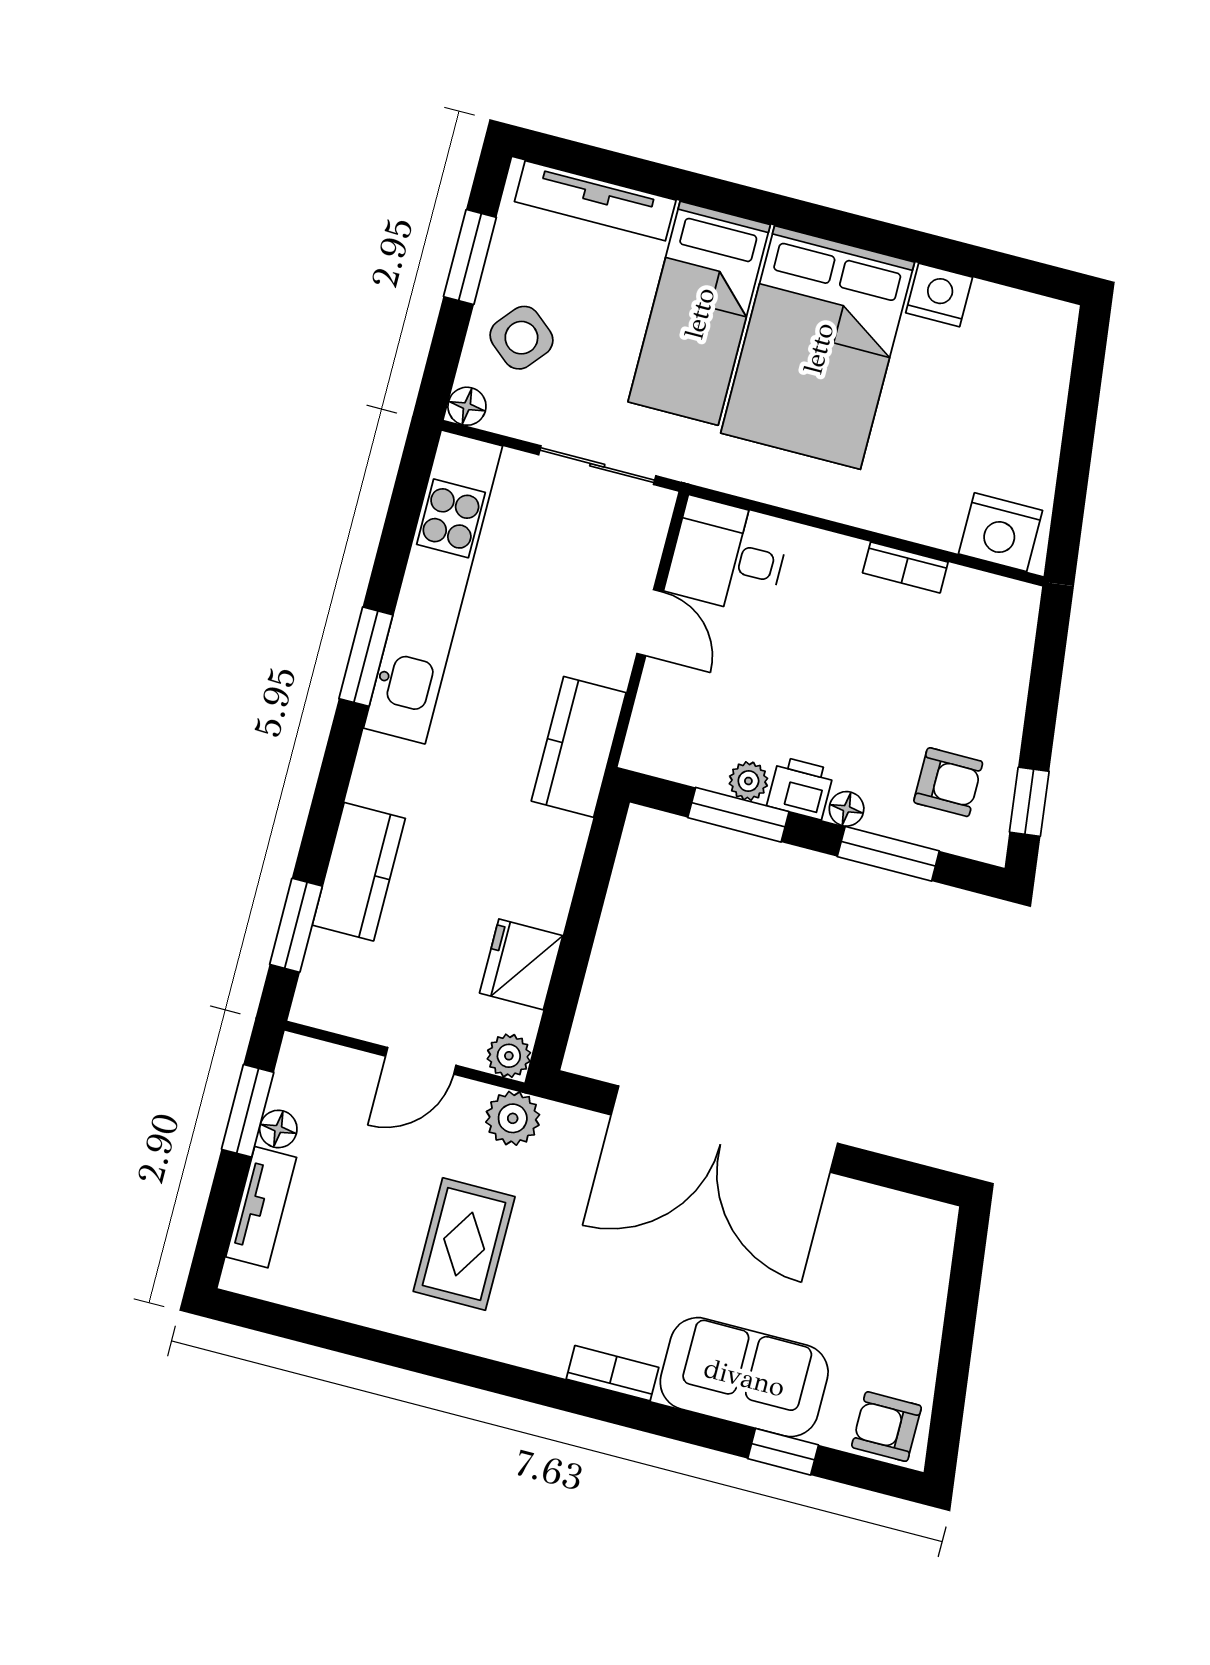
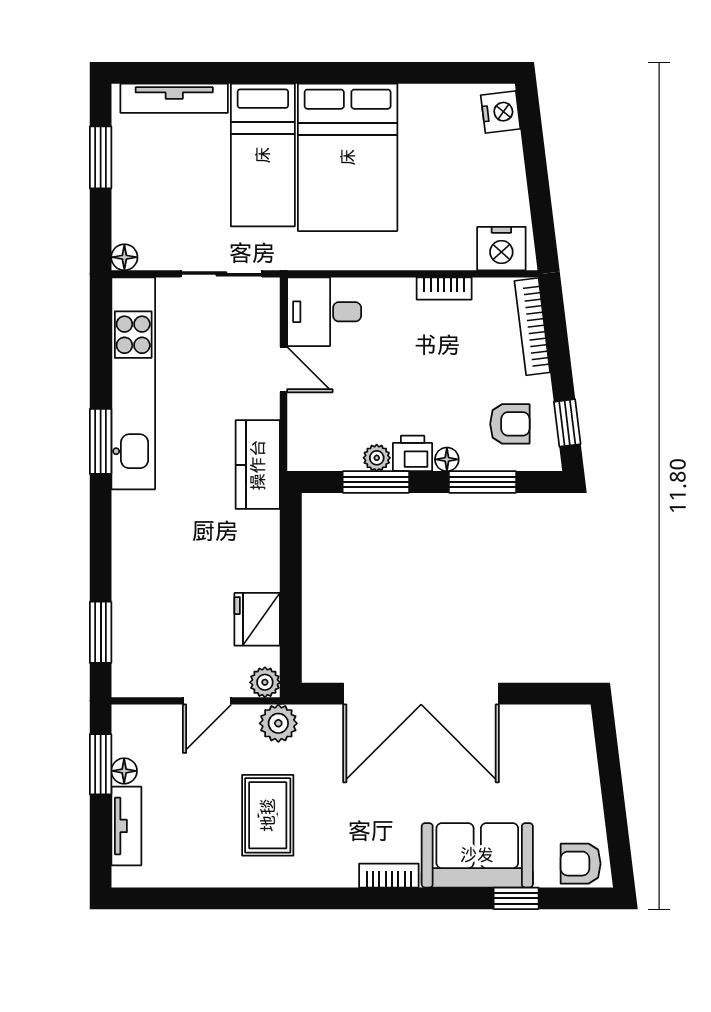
nightstand: (939, 295) -> (501, 112), moved, turned 83
side table: (521, 338) -> (149, 202), removed
bookcase: (1015, 653) -> (532, 327), added
kitchen counter: (359, 872) -> (133, 586), removed

